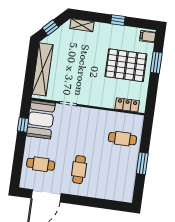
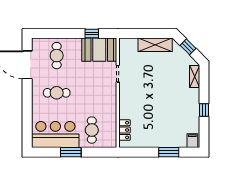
pallet: (126, 65) -> (162, 124), removed
shelving: (43, 69) -> (155, 45), width x0.68
bar counter: (122, 177) -> (55, 135), added

